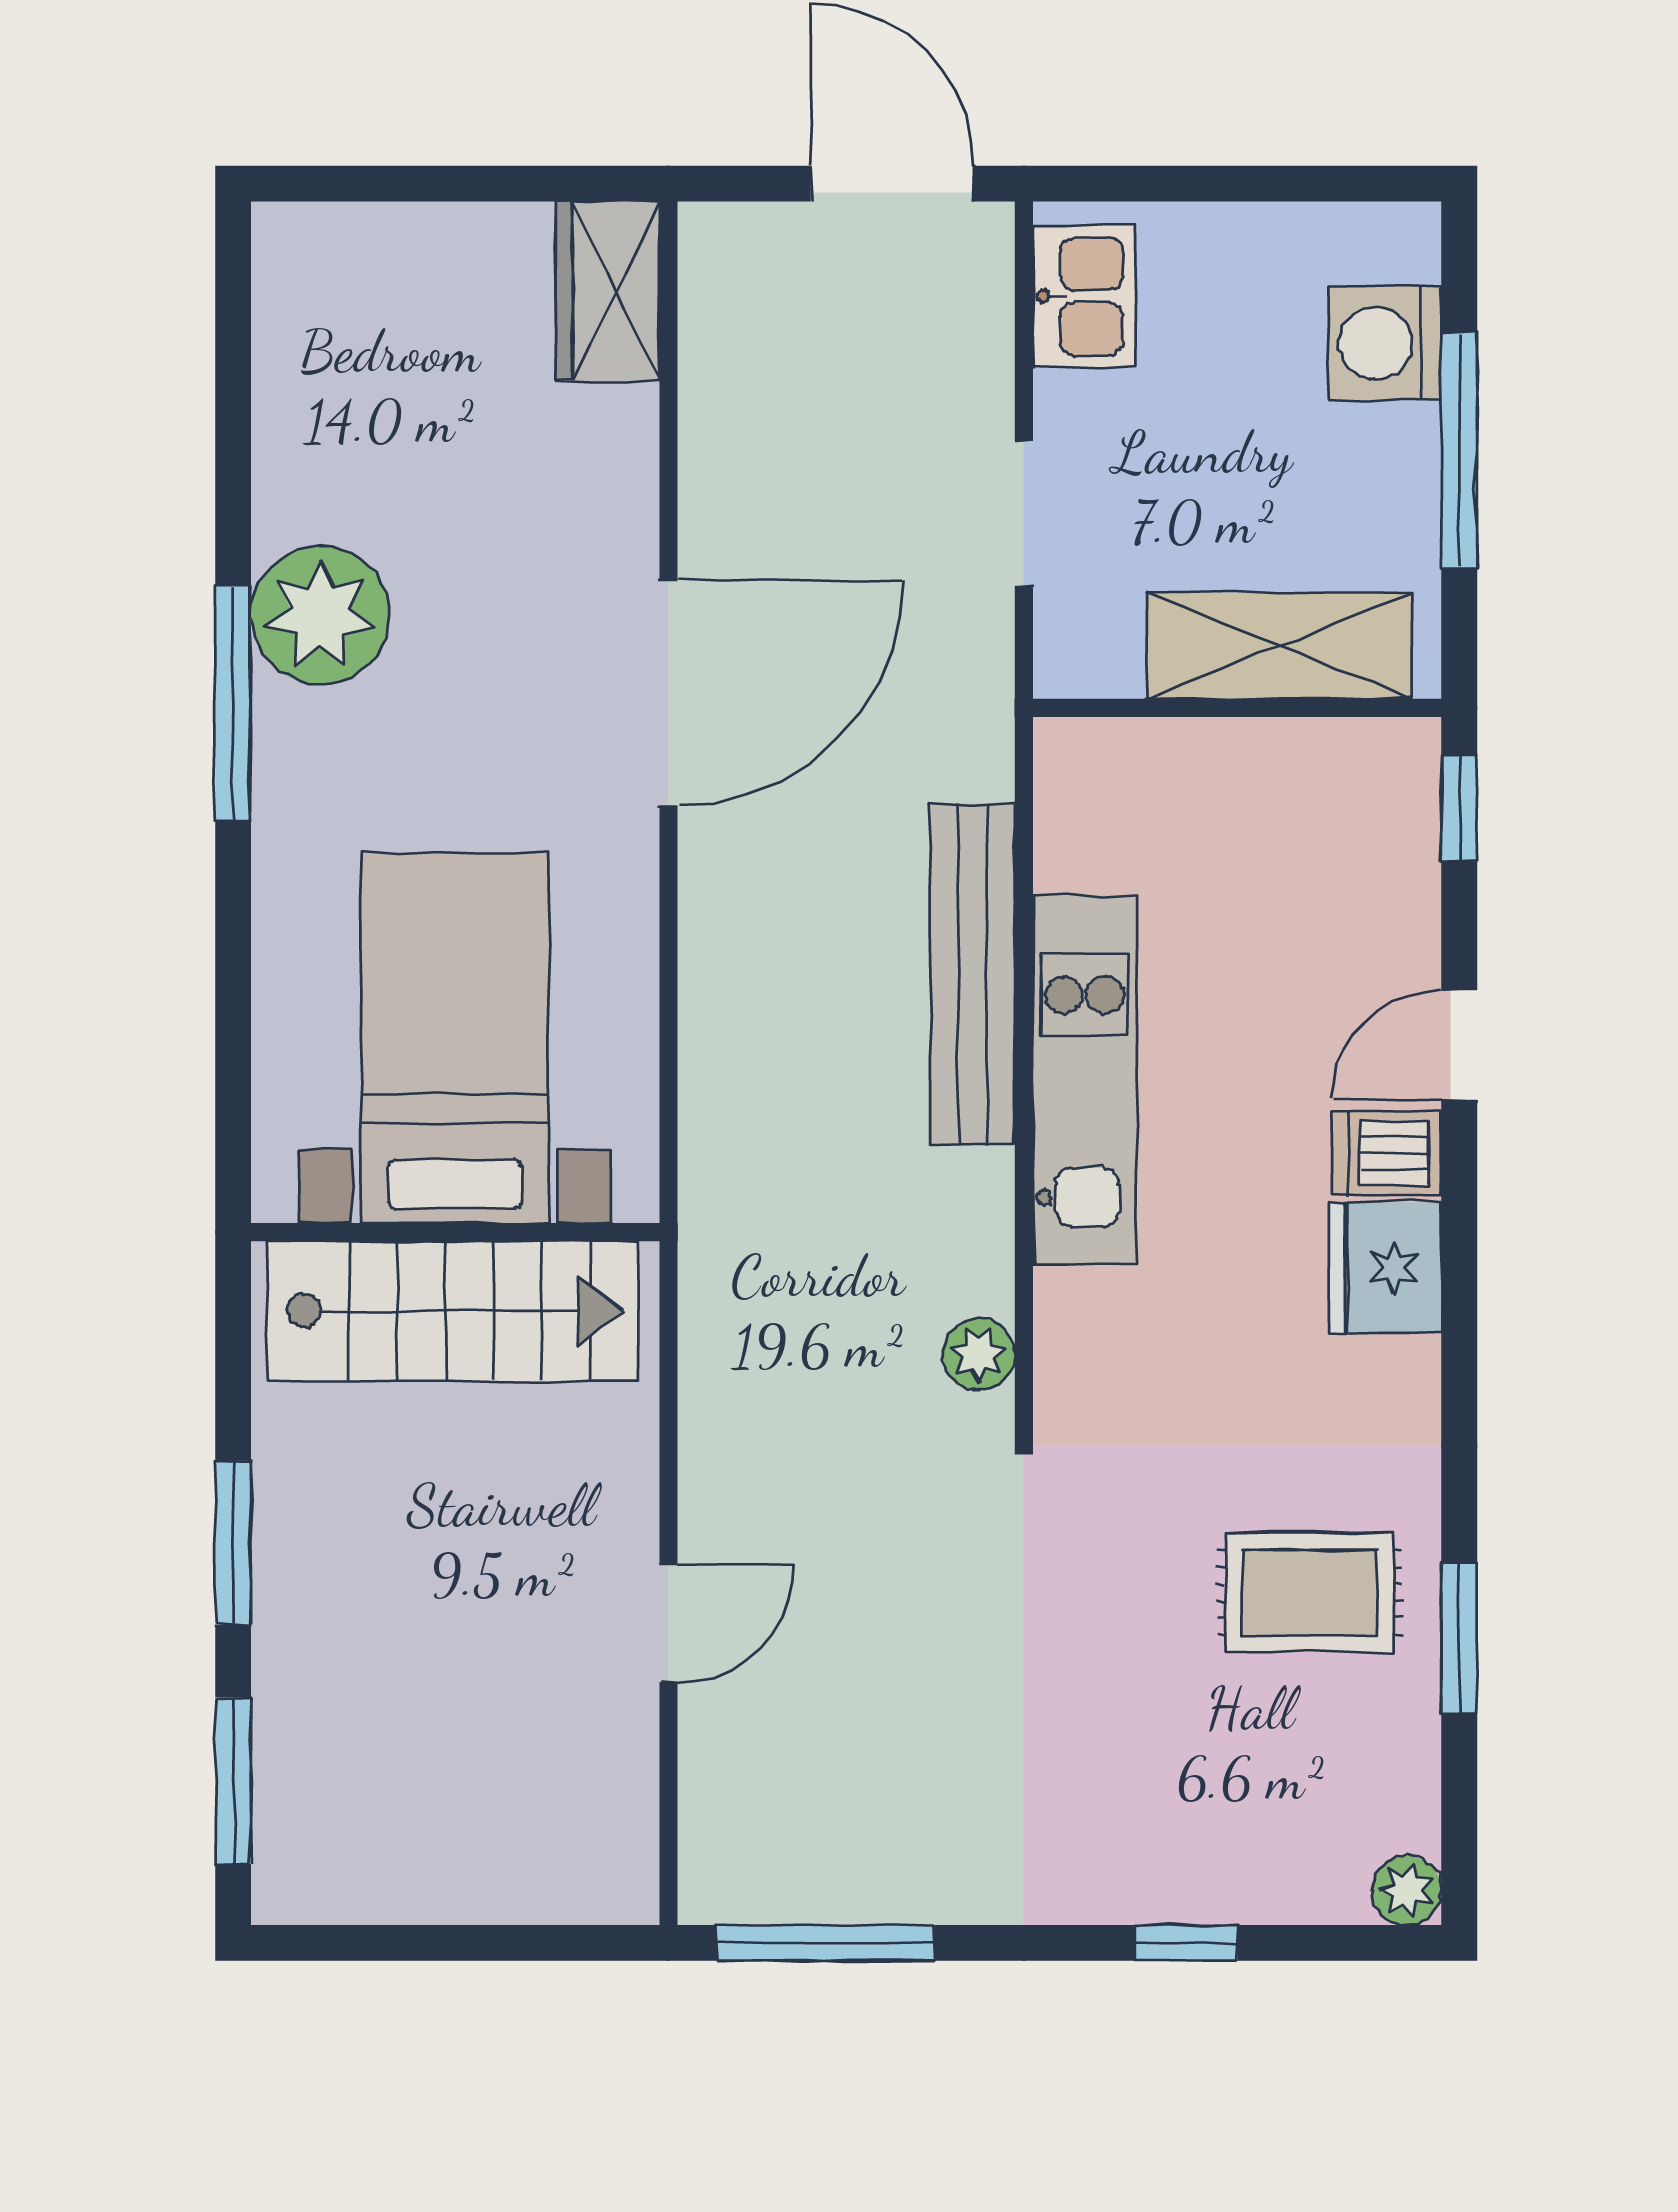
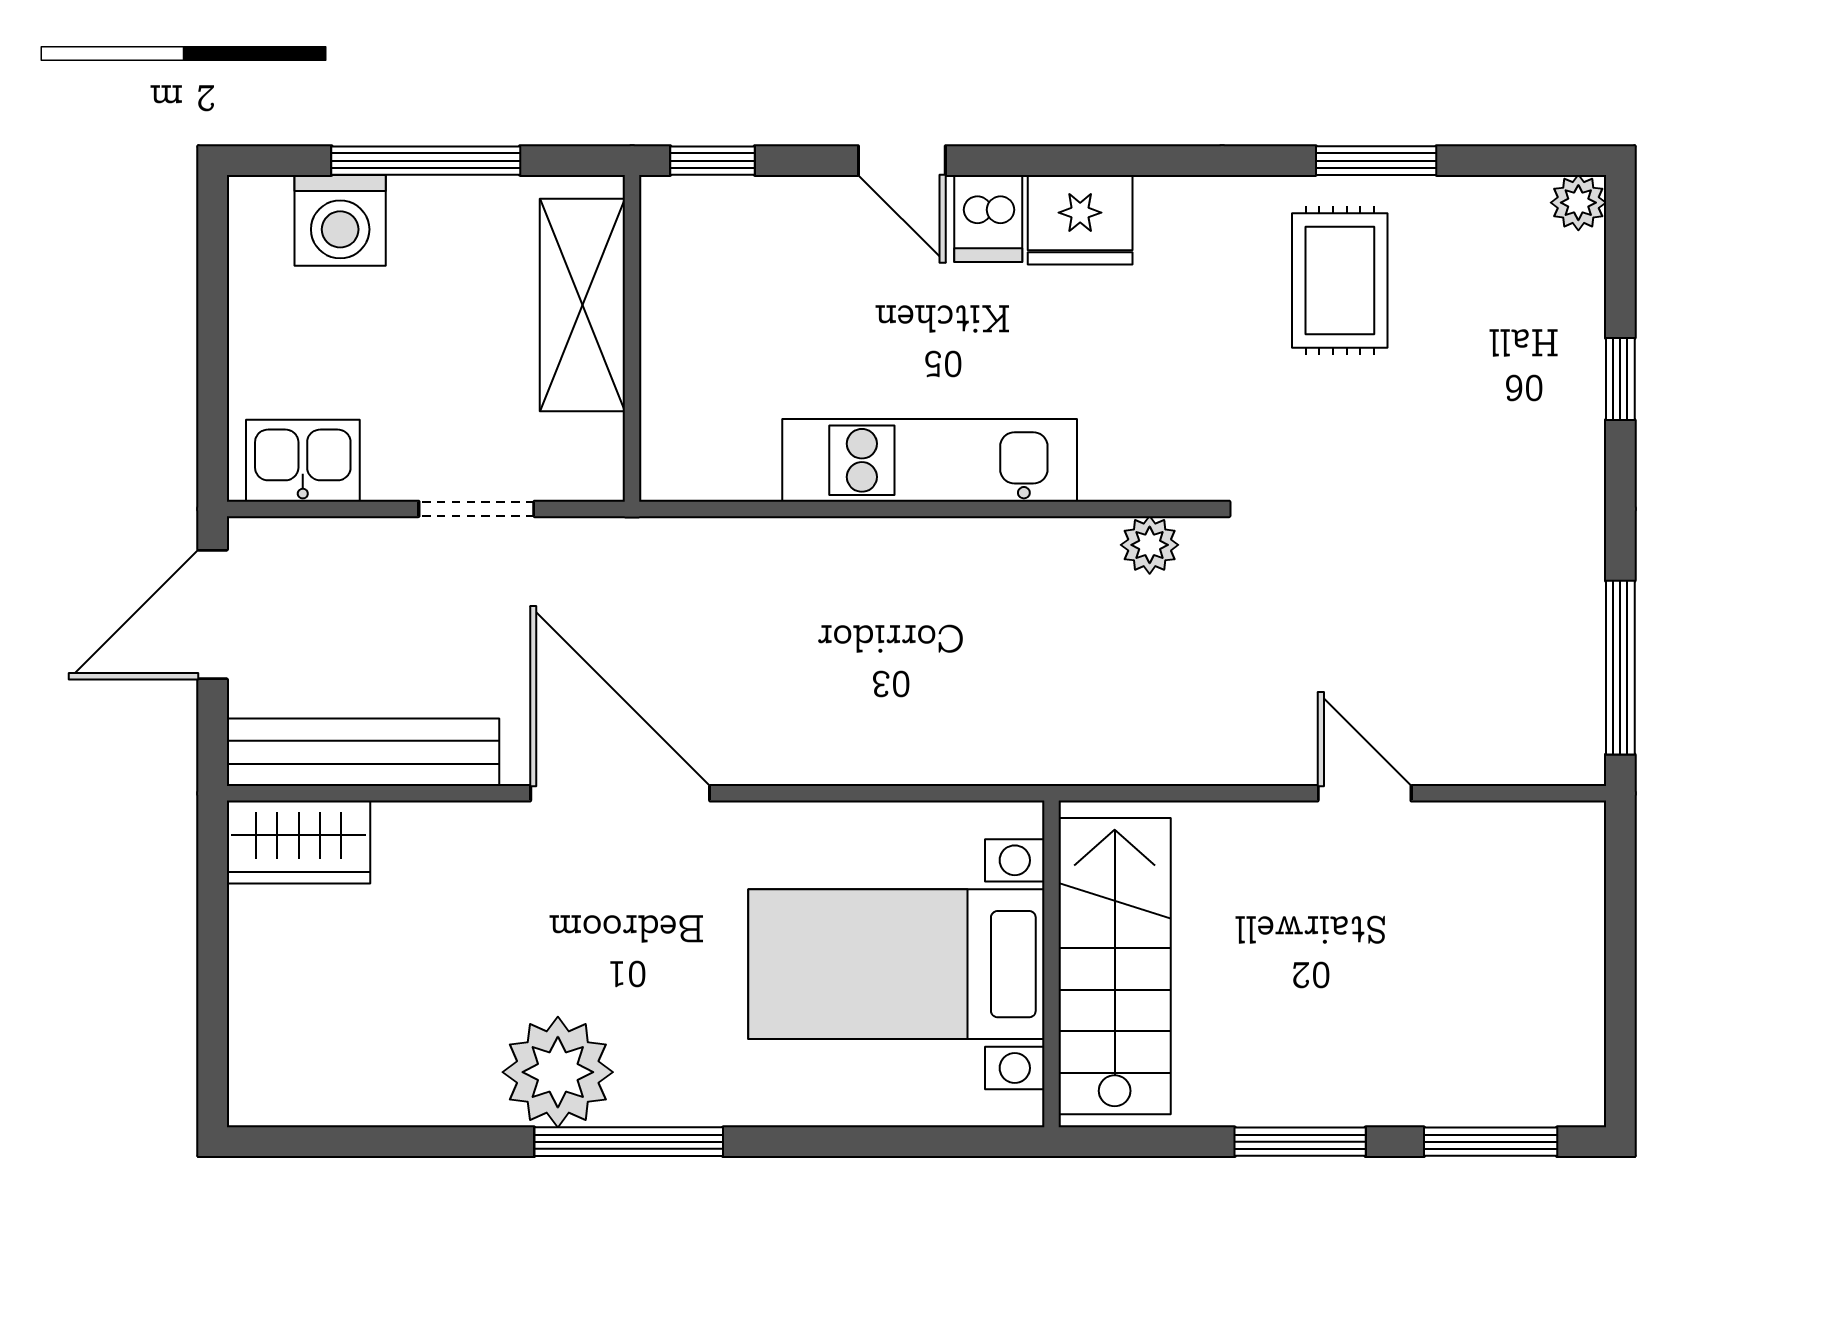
bench: (973, 974) -> (363, 752), moved

